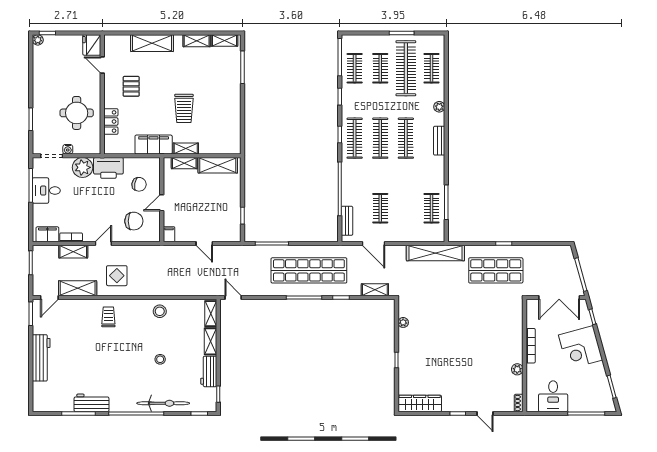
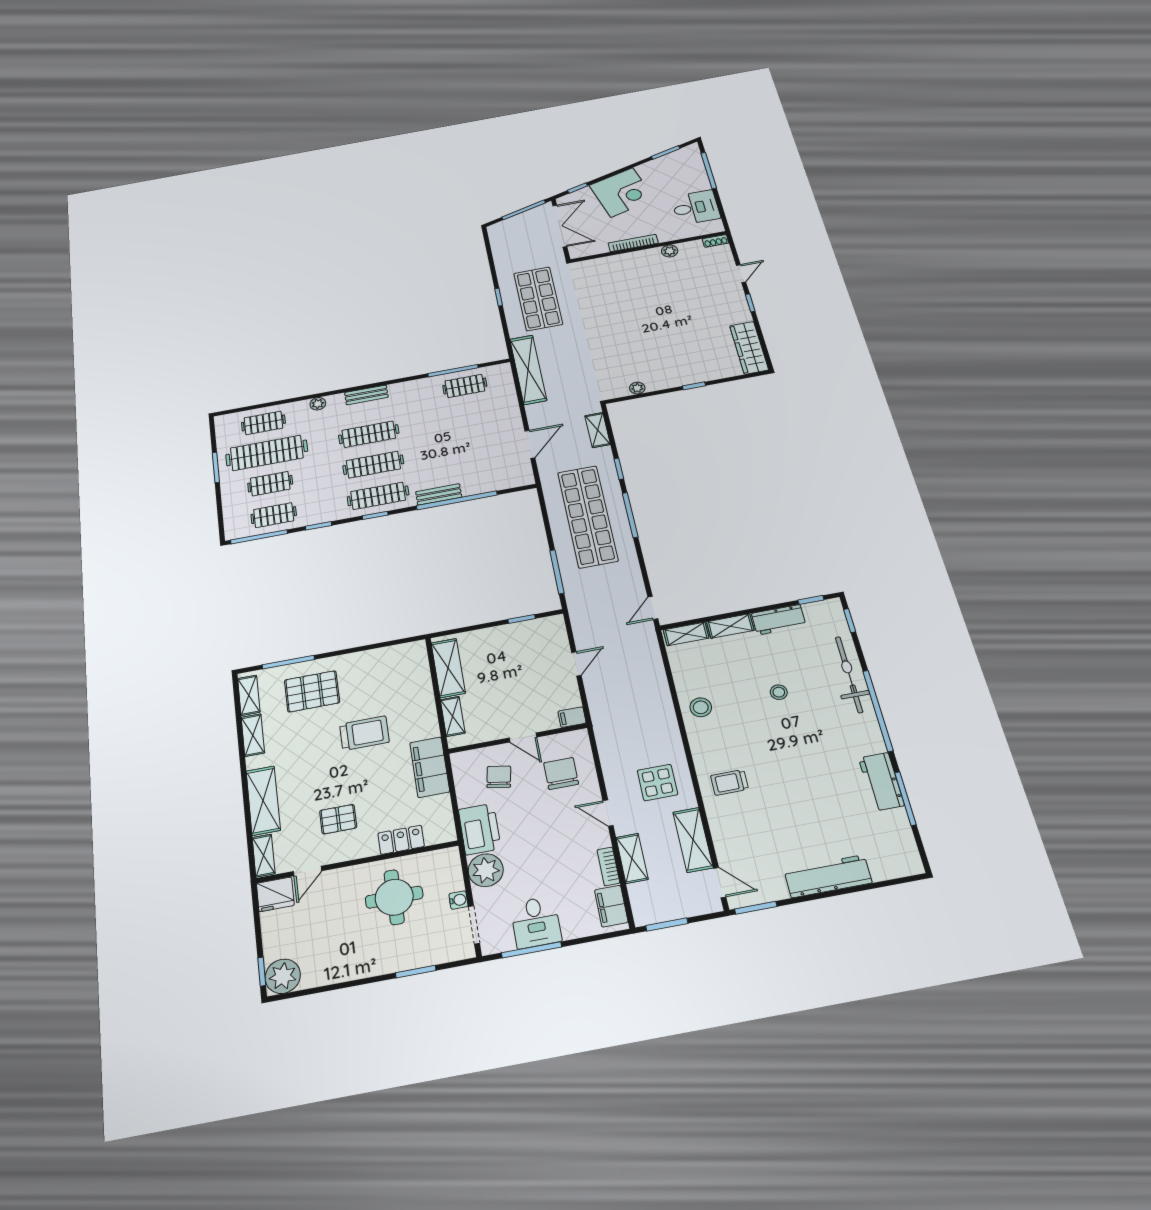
plant: (38, 40) -> (283, 976), width x1.88, depth x1.88
pallet: (219, 80) -> (312, 691), added
shelving: (186, 148) -> (264, 855), moved
clothes rail: (380, 208) -> (476, 446), removed
bench: (347, 221) -> (439, 494), moved

